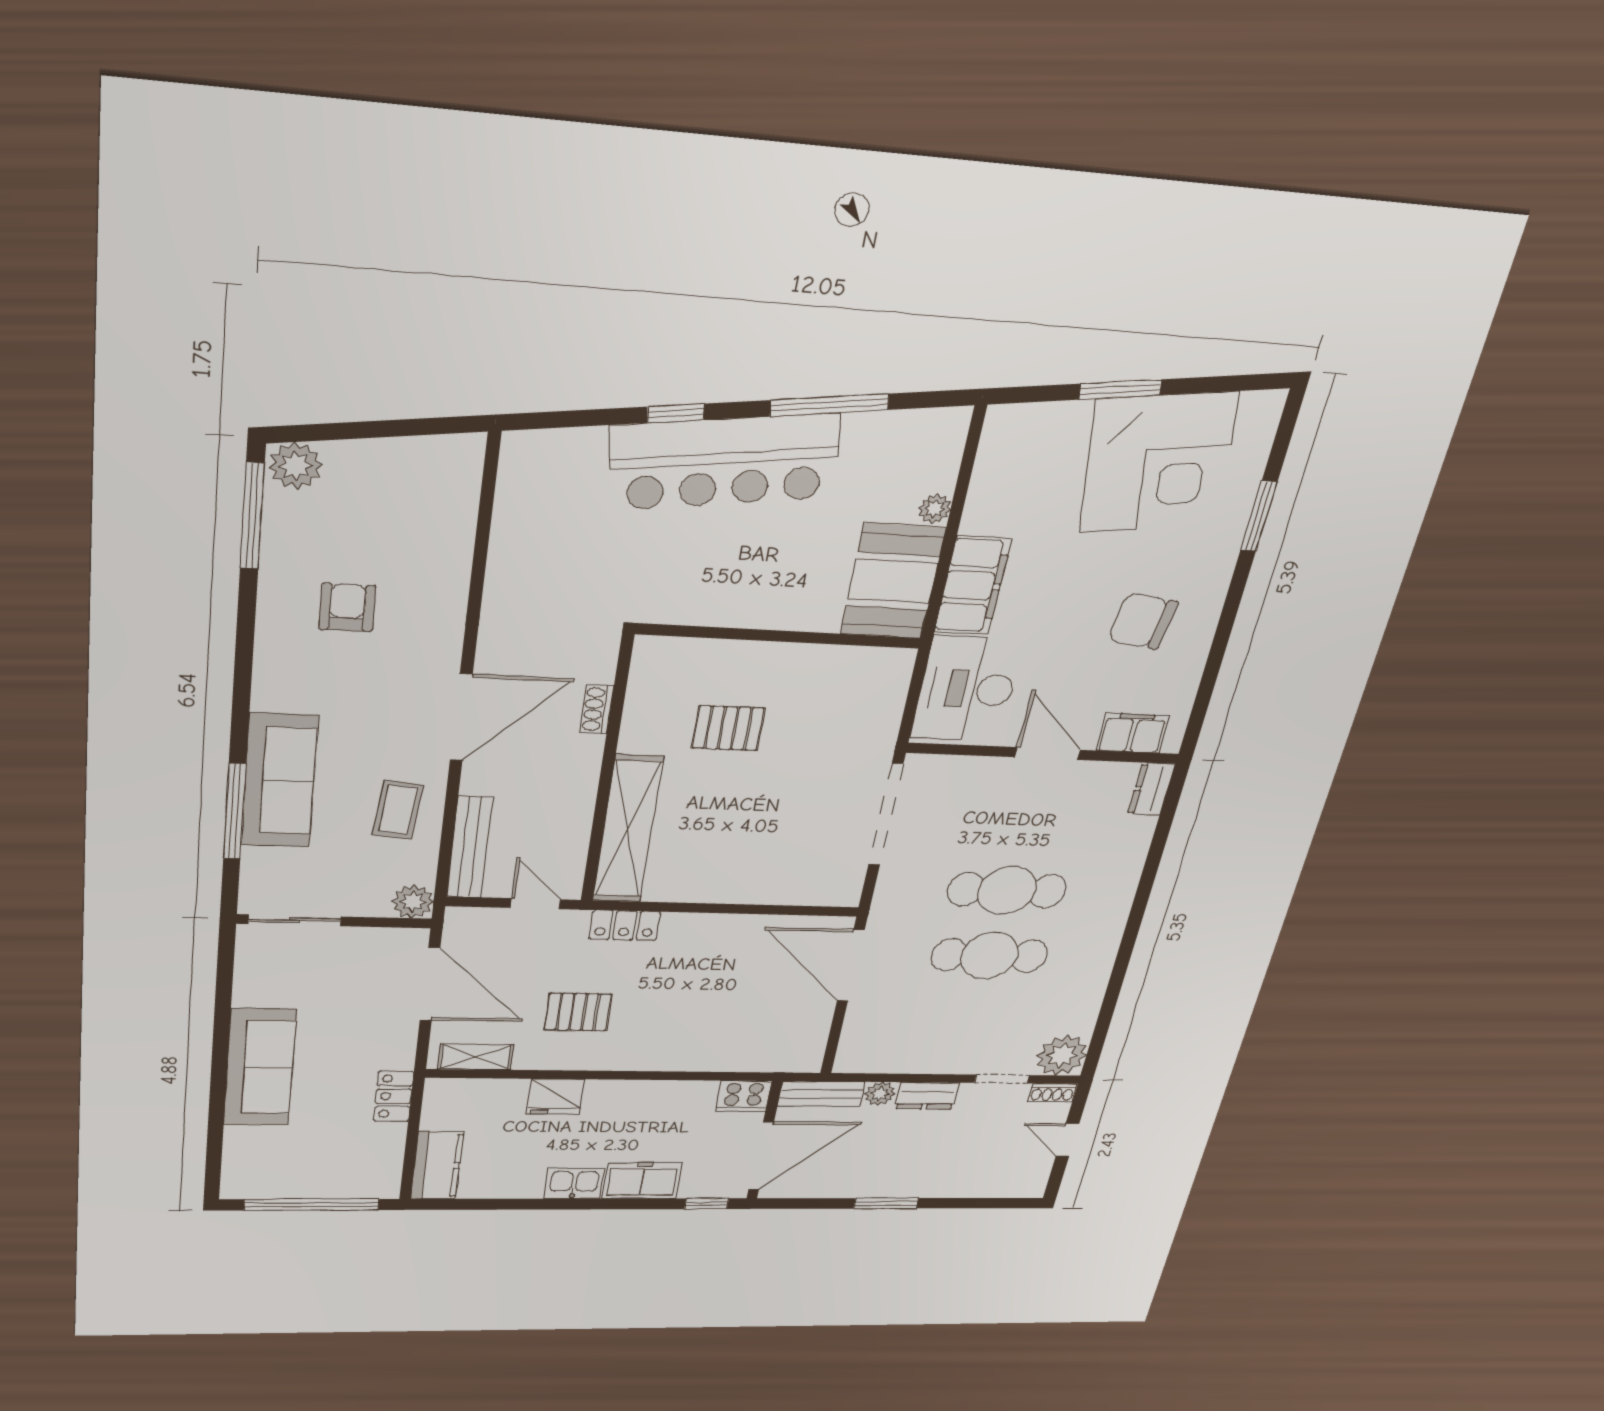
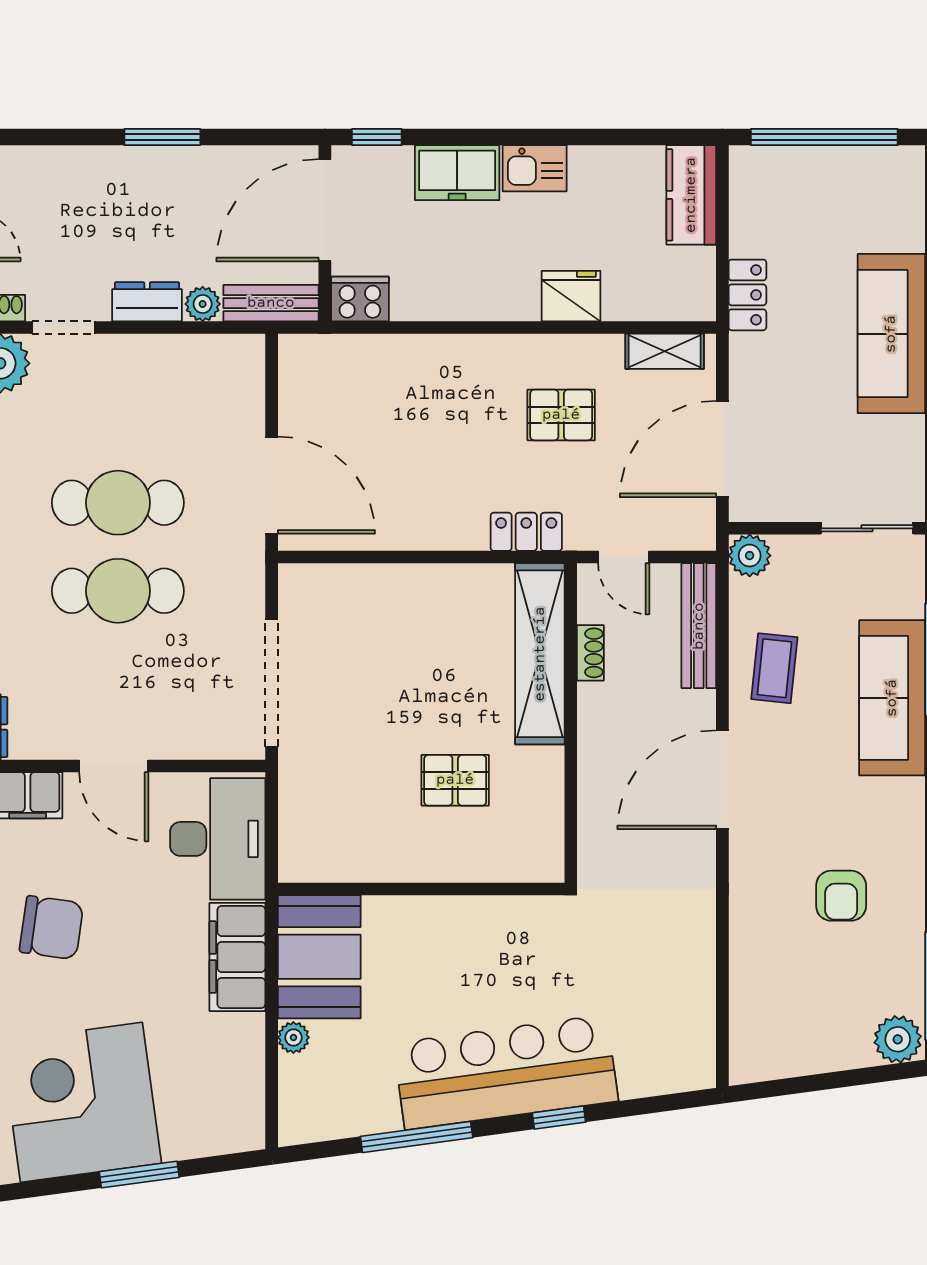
shoe rack: (597, 709) -> (590, 653), moved
door: (430, 984) -> (722, 449), hinge flipped

